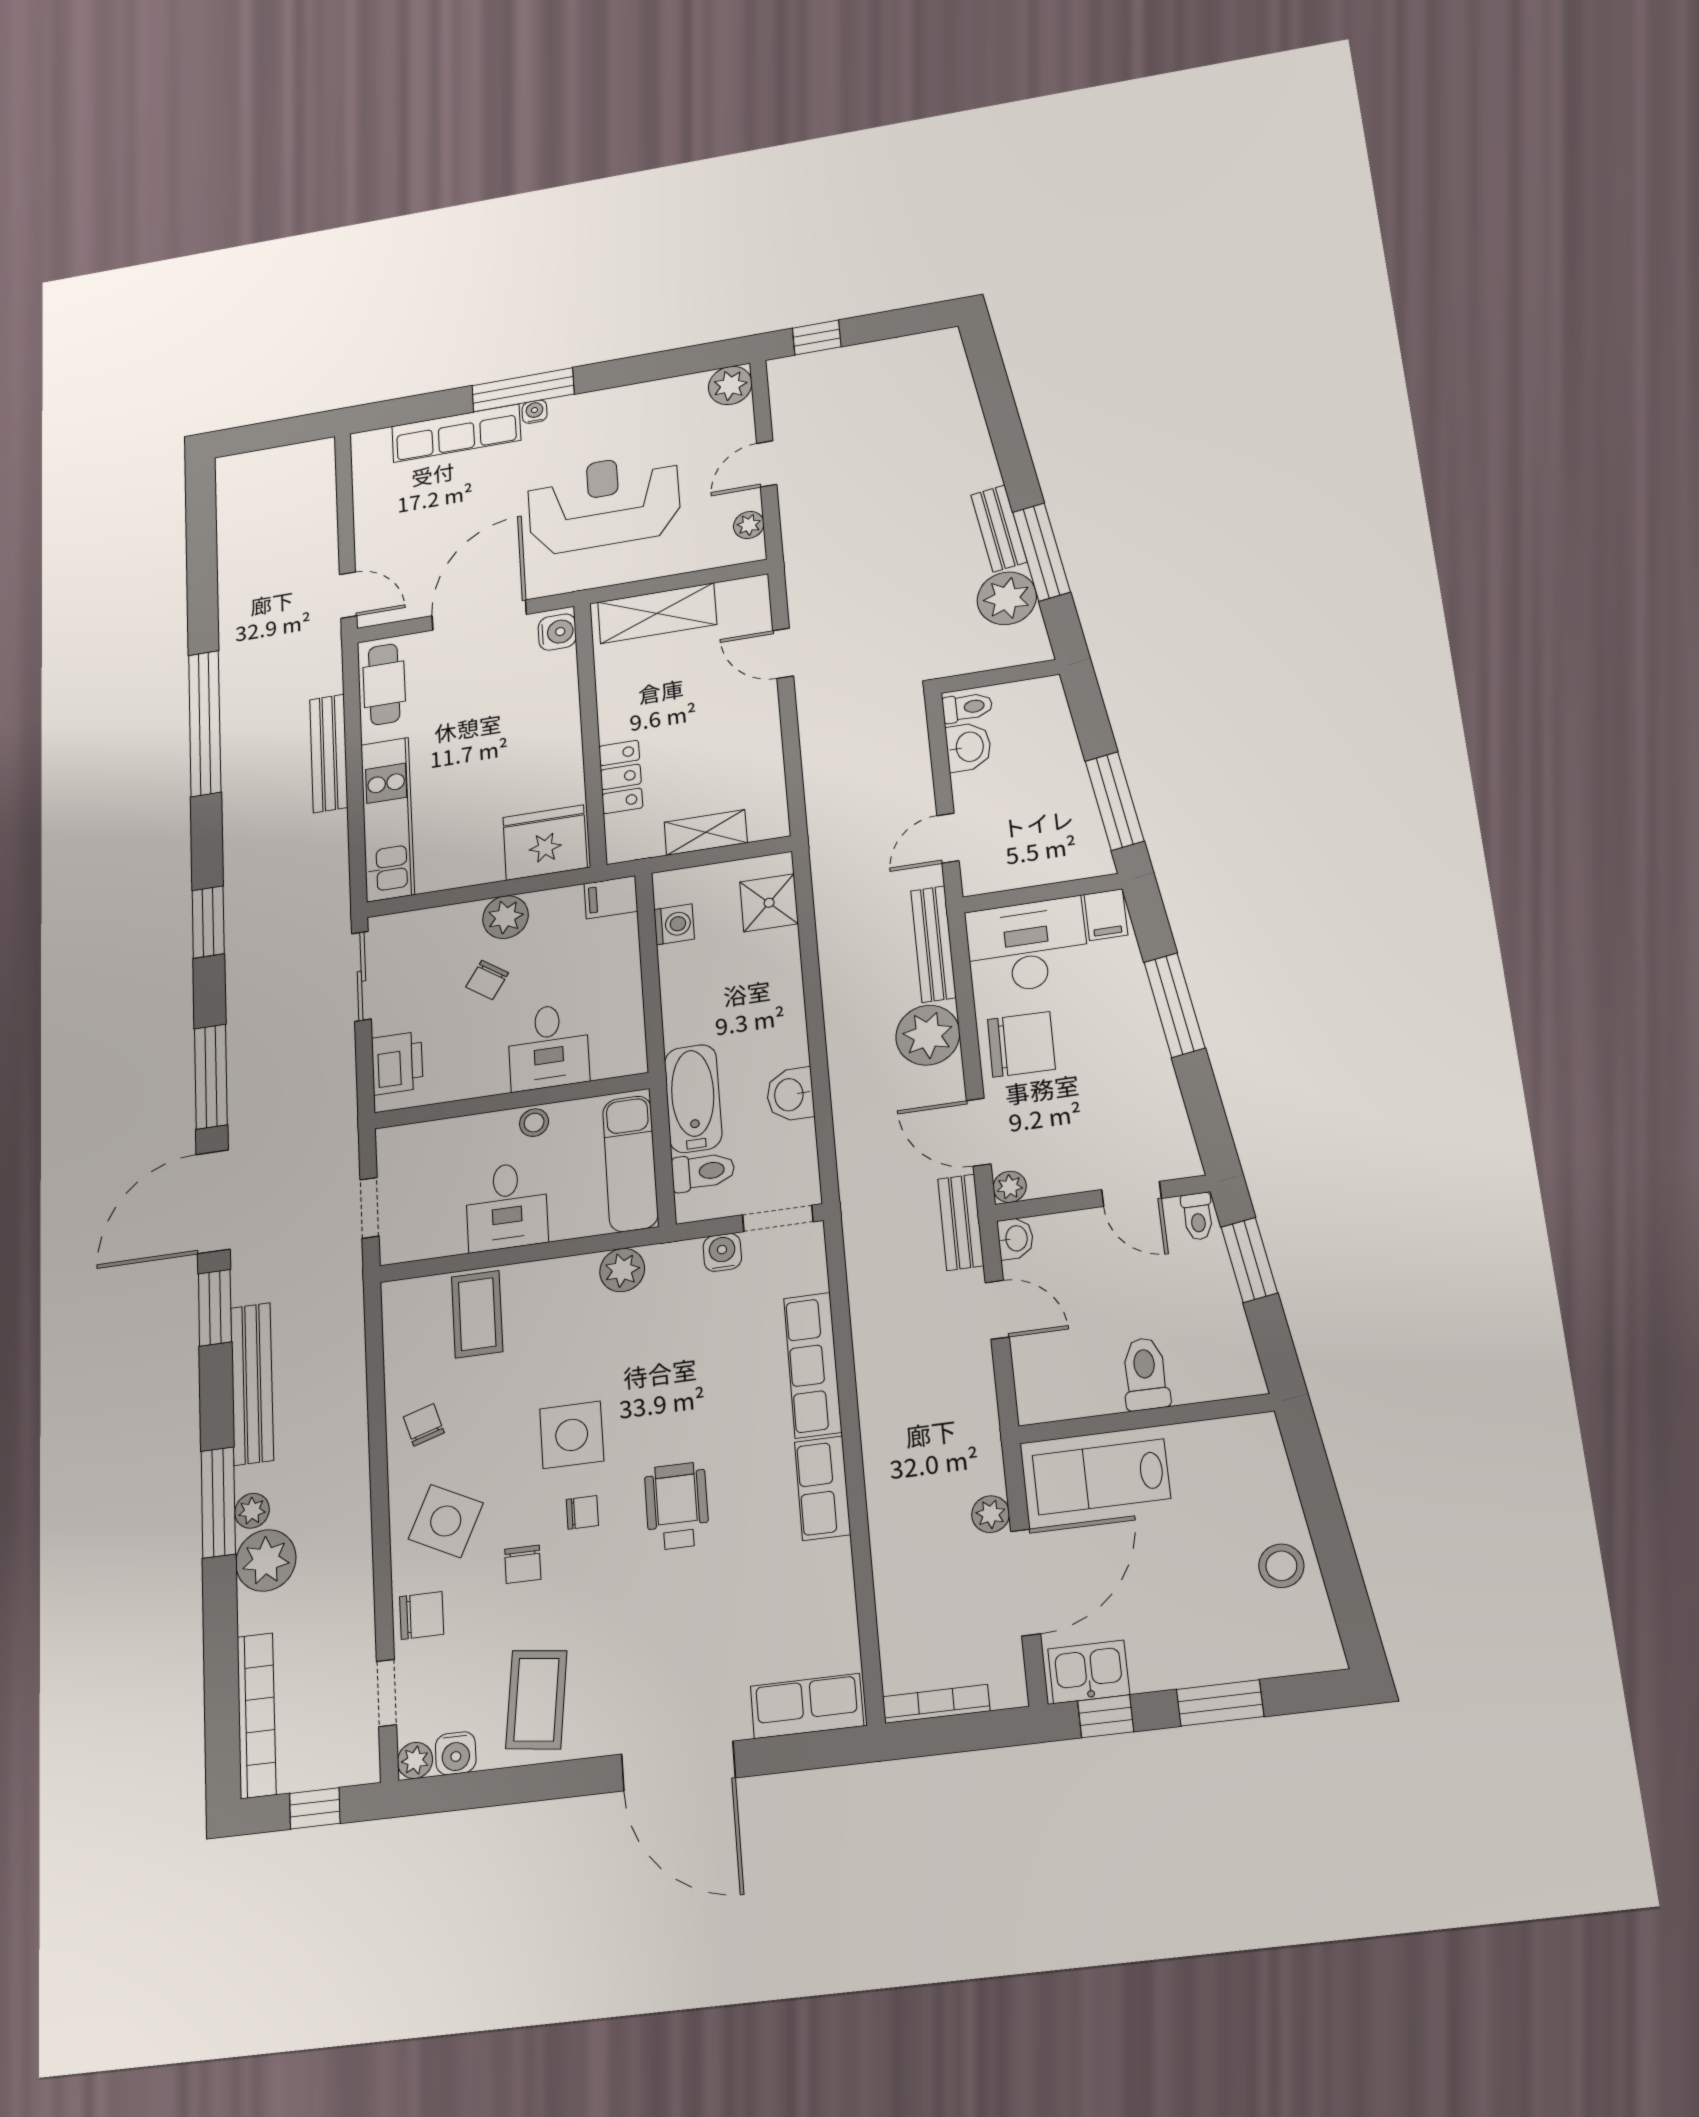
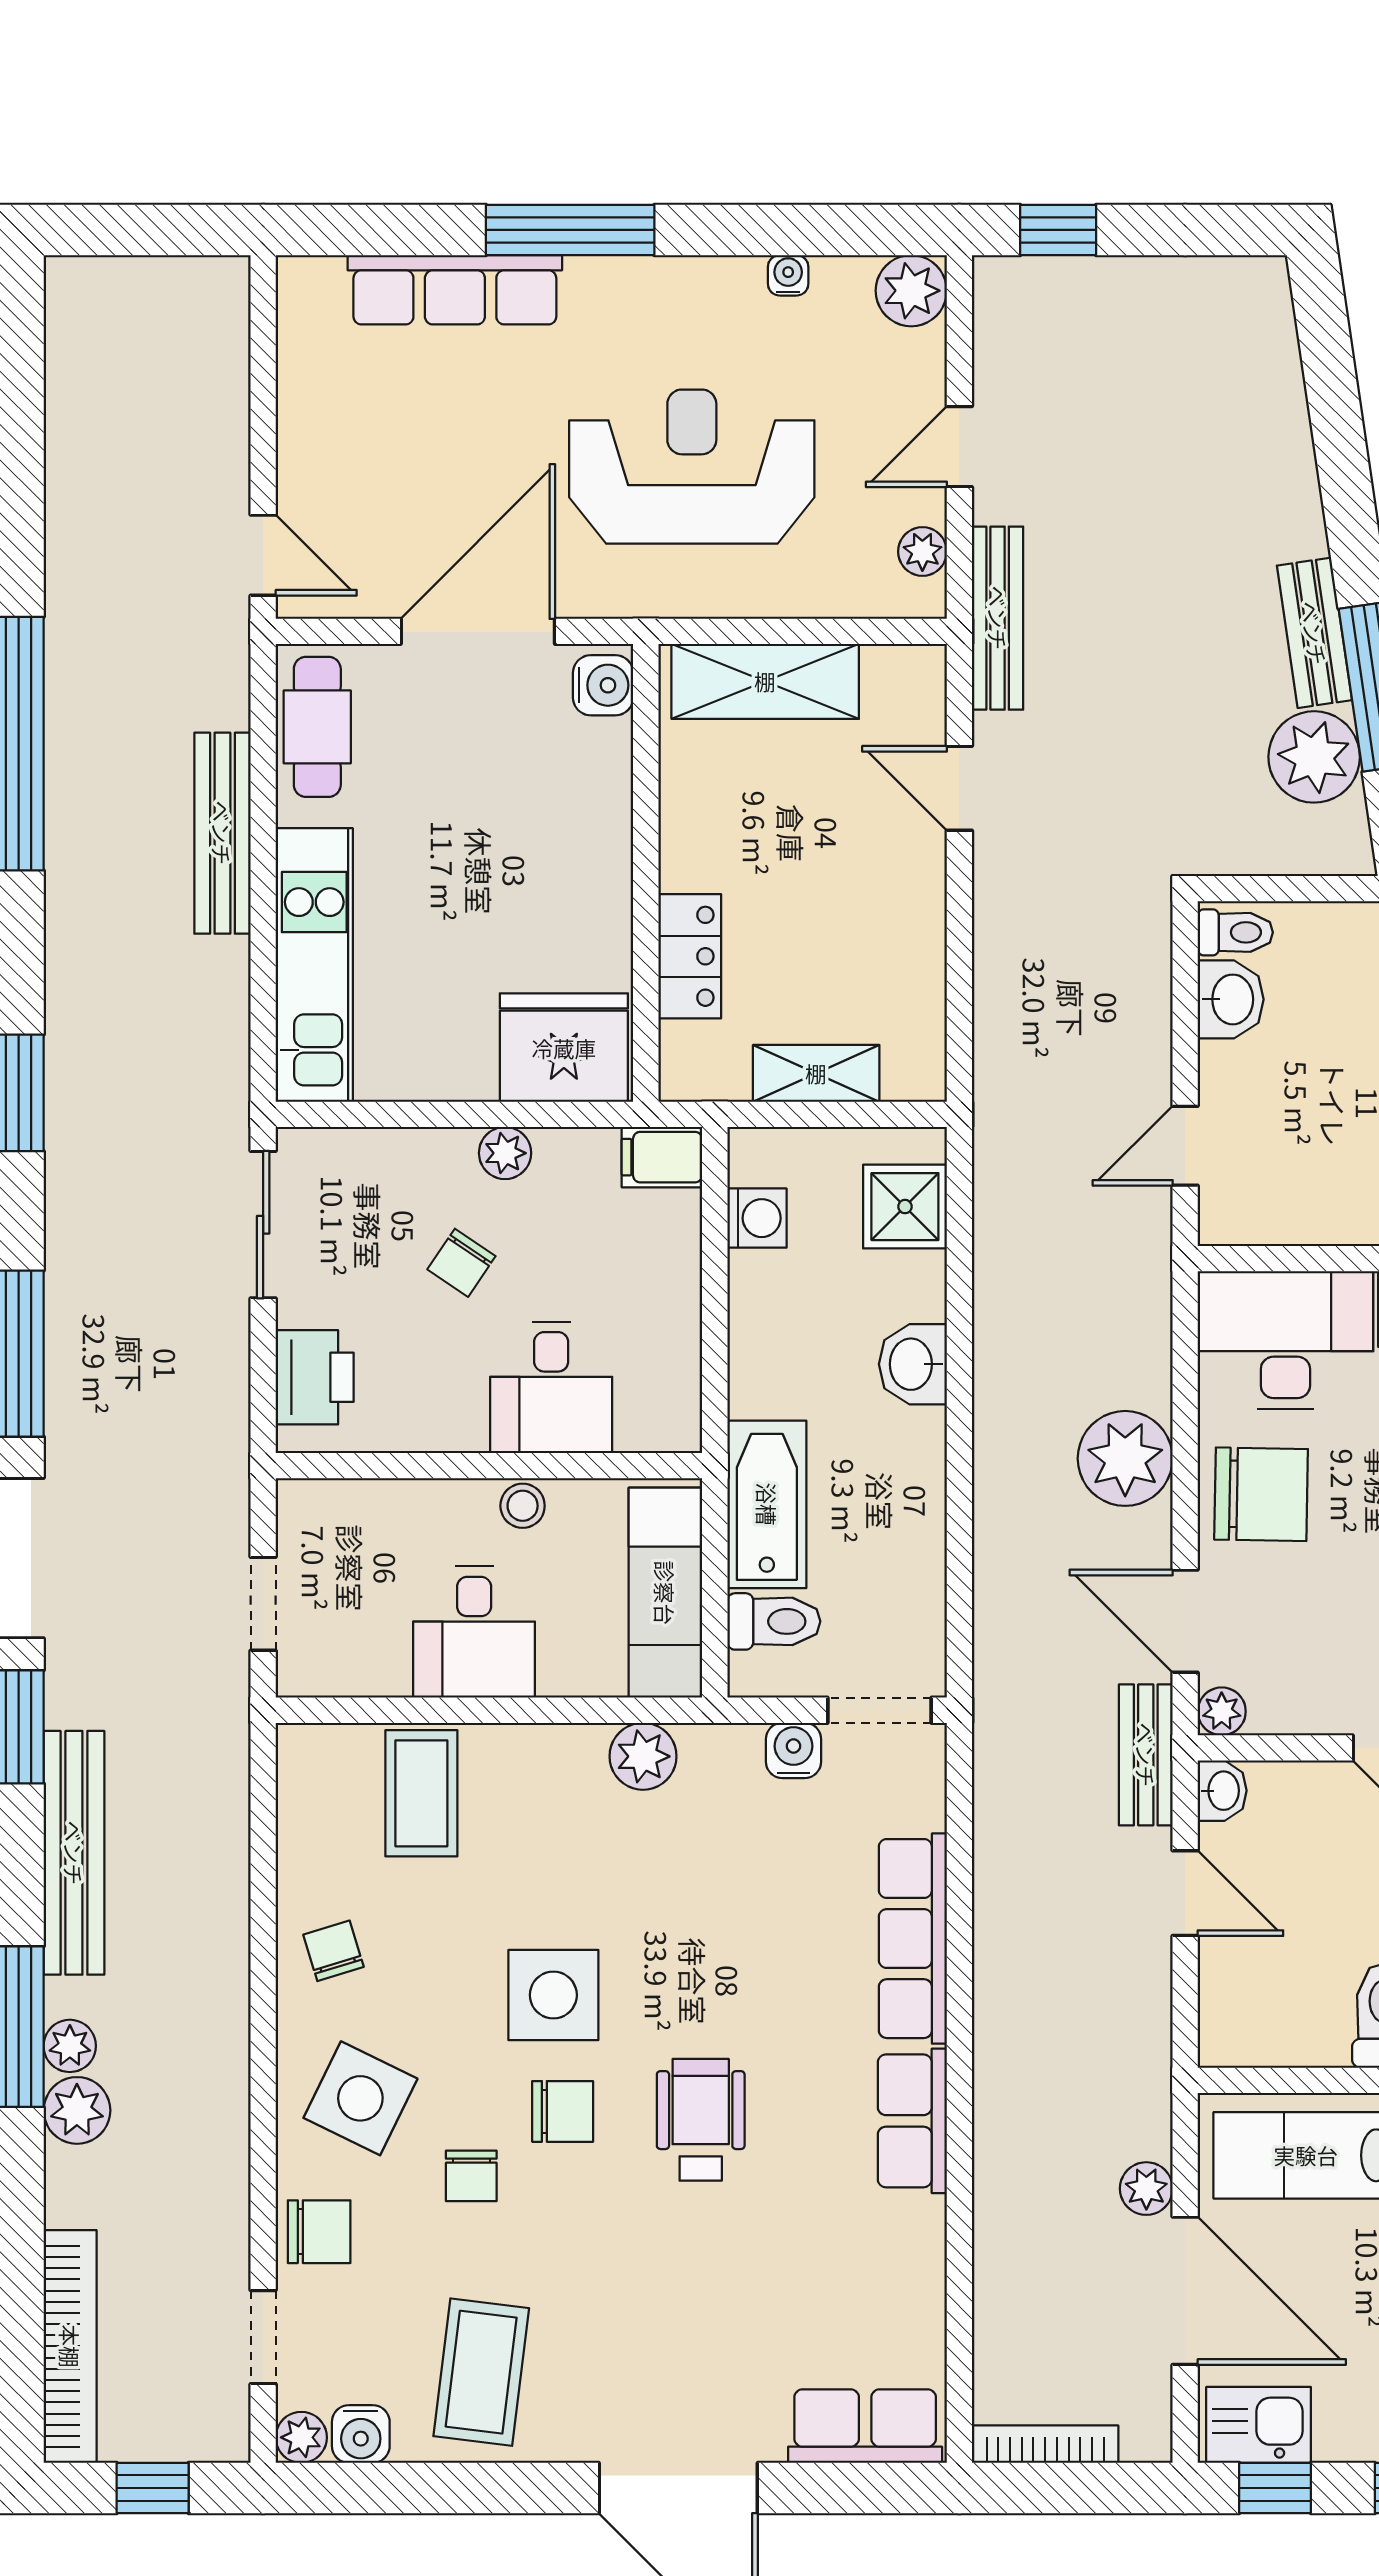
water cooler: (535, 412) -> (788, 275), moved
plant: (506, 917) -> (505, 1153), width x0.73, depth x0.73
bench: (933, 944) -> (998, 618), moved
washbasin: (790, 1095) -> (913, 1364), moved
chair: (582, 1512) -> (563, 2111), width x1.37, depth x1.37
plant: (266, 1560) -> (77, 2110), width x0.73, depth x0.73
door: (1026, 1582) -> (1185, 2291), hinge flipped

